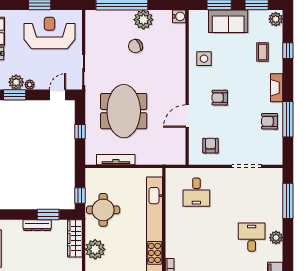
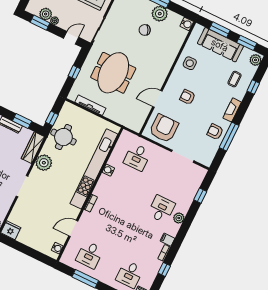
sofa: (228, 21) -> (220, 45), width x1.36
armchair: (210, 146) -> (164, 128), width x1.88, depth x1.88
window: (288, 201) -> (200, 196), width x0.46
water cooler: (171, 222) -> (108, 170), added

